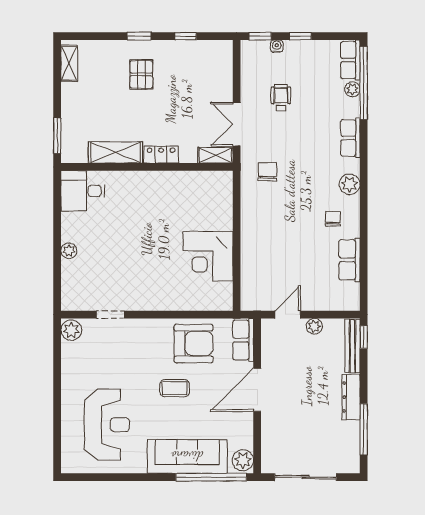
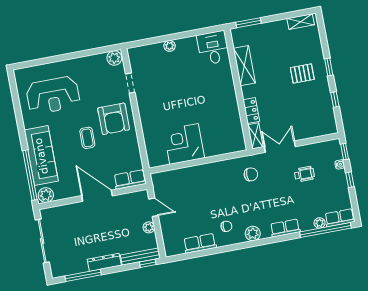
locker: (161, 155) -> (251, 110), moved
armchair: (194, 344) -> (114, 119), moved

